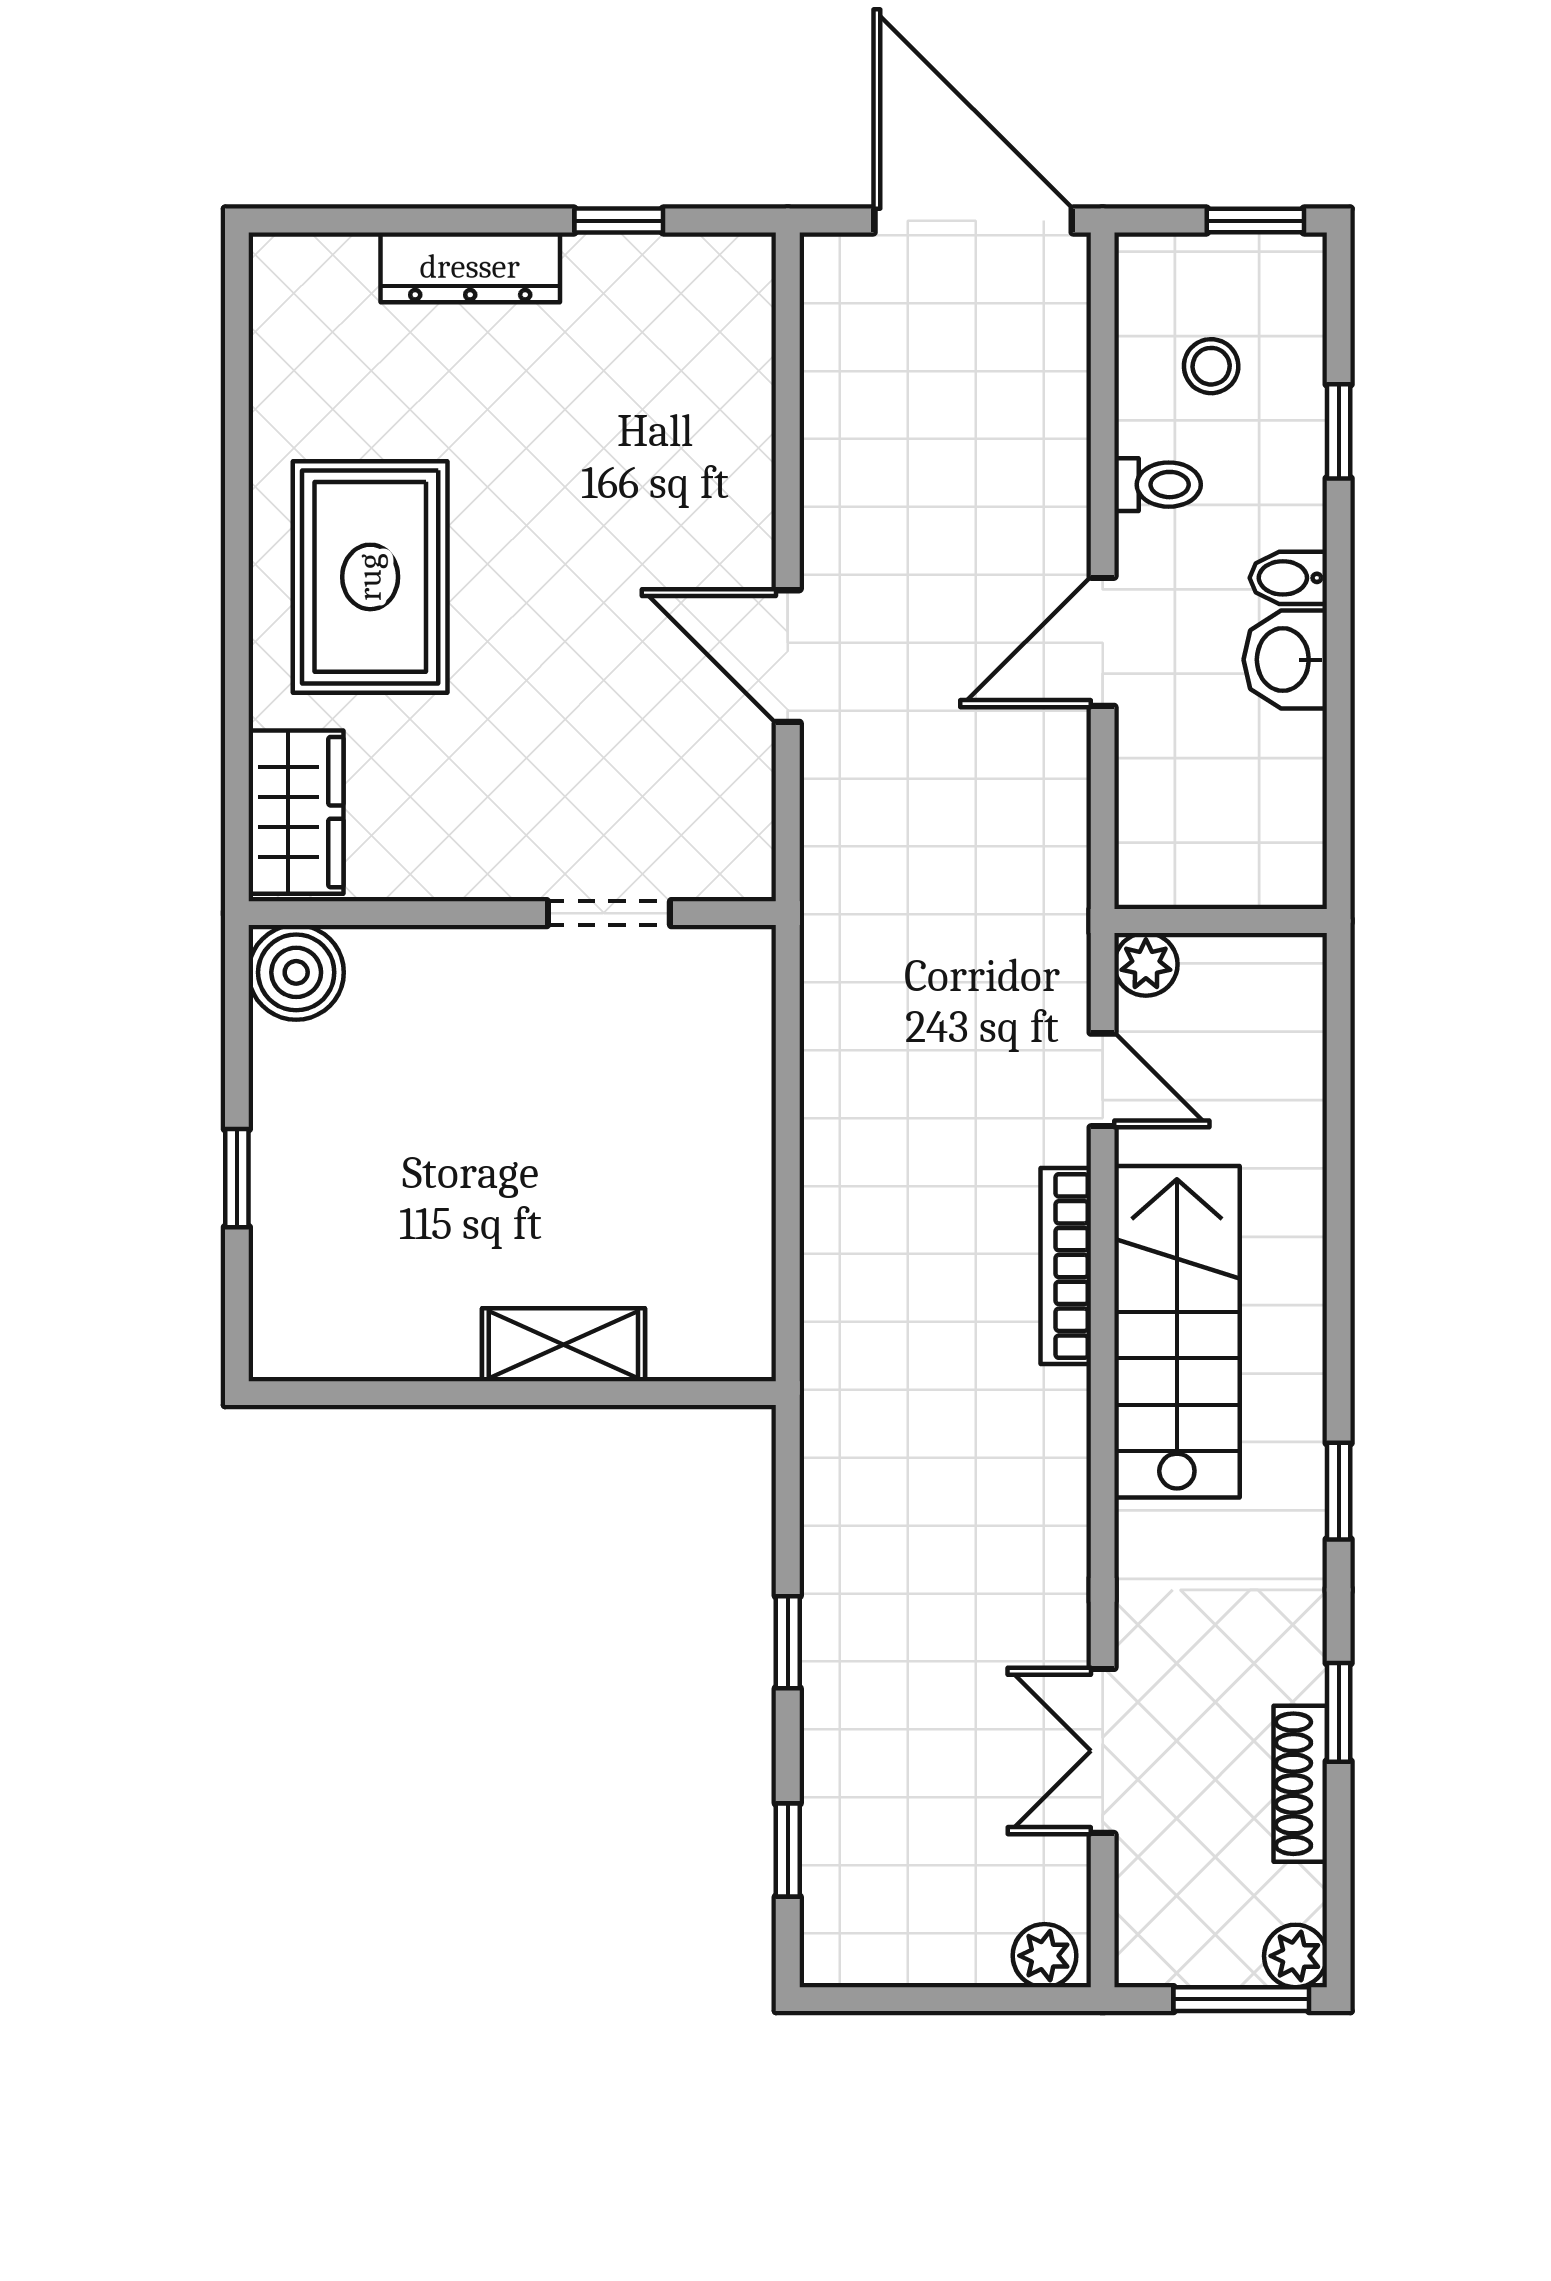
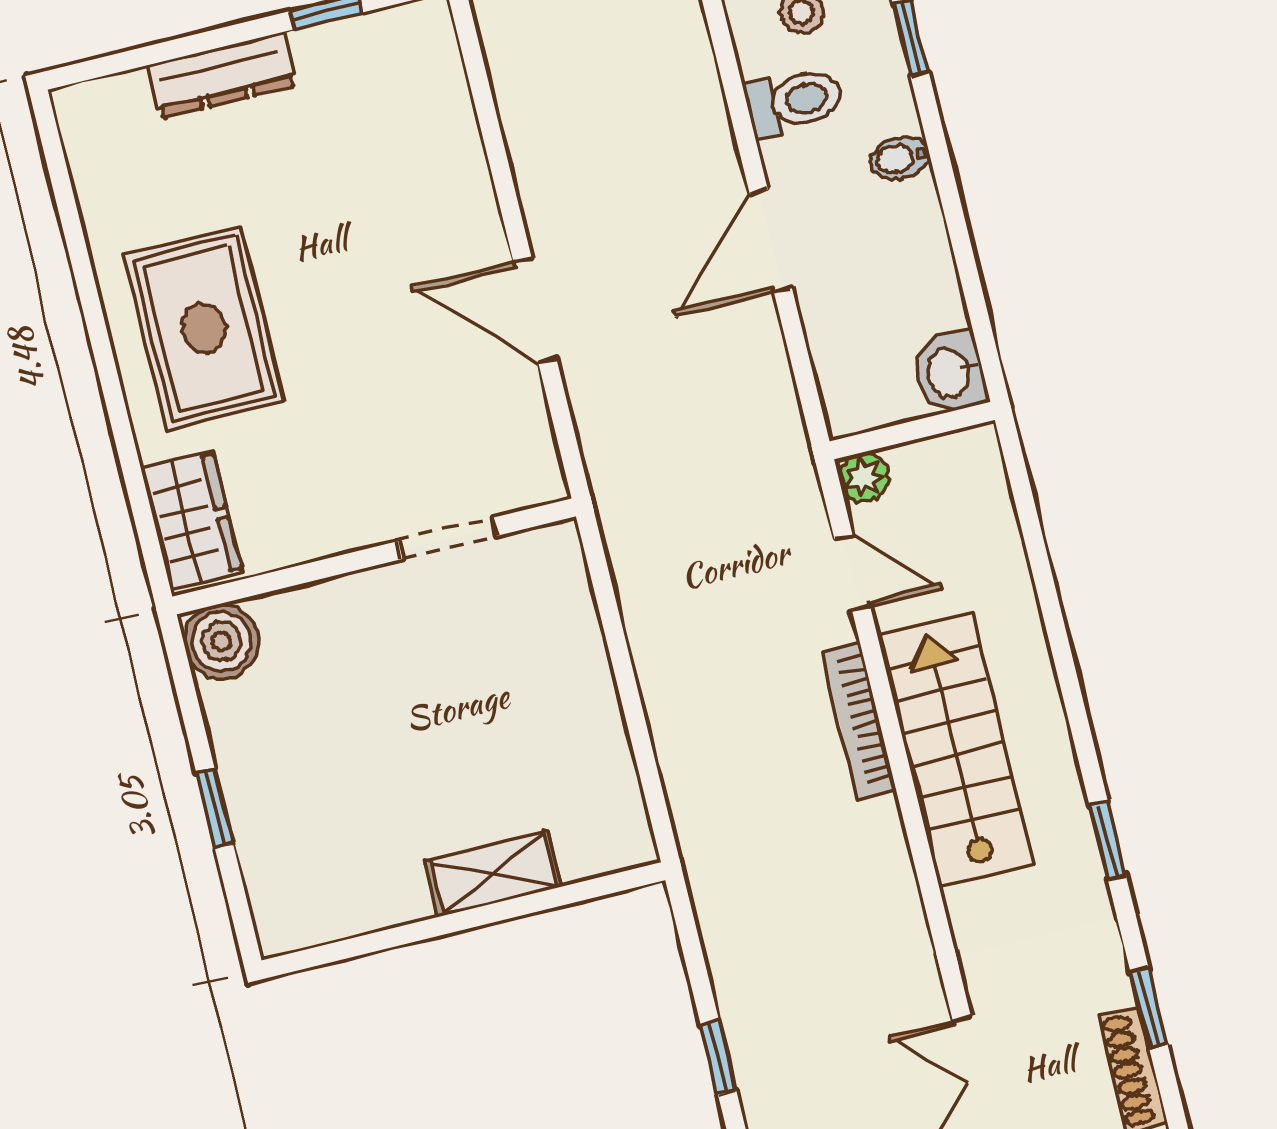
toilet: (1158, 485) -> (794, 101), width x1.37, depth x1.39
washbasin: (1285, 660) -> (950, 372), moved

